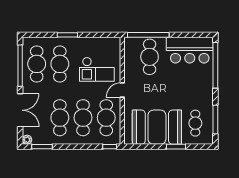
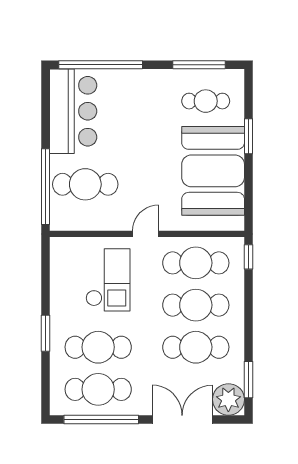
door: (122, 90) -> (146, 234), swing flipped
plant: (27, 140) -> (228, 399), width x1.87, depth x1.87

